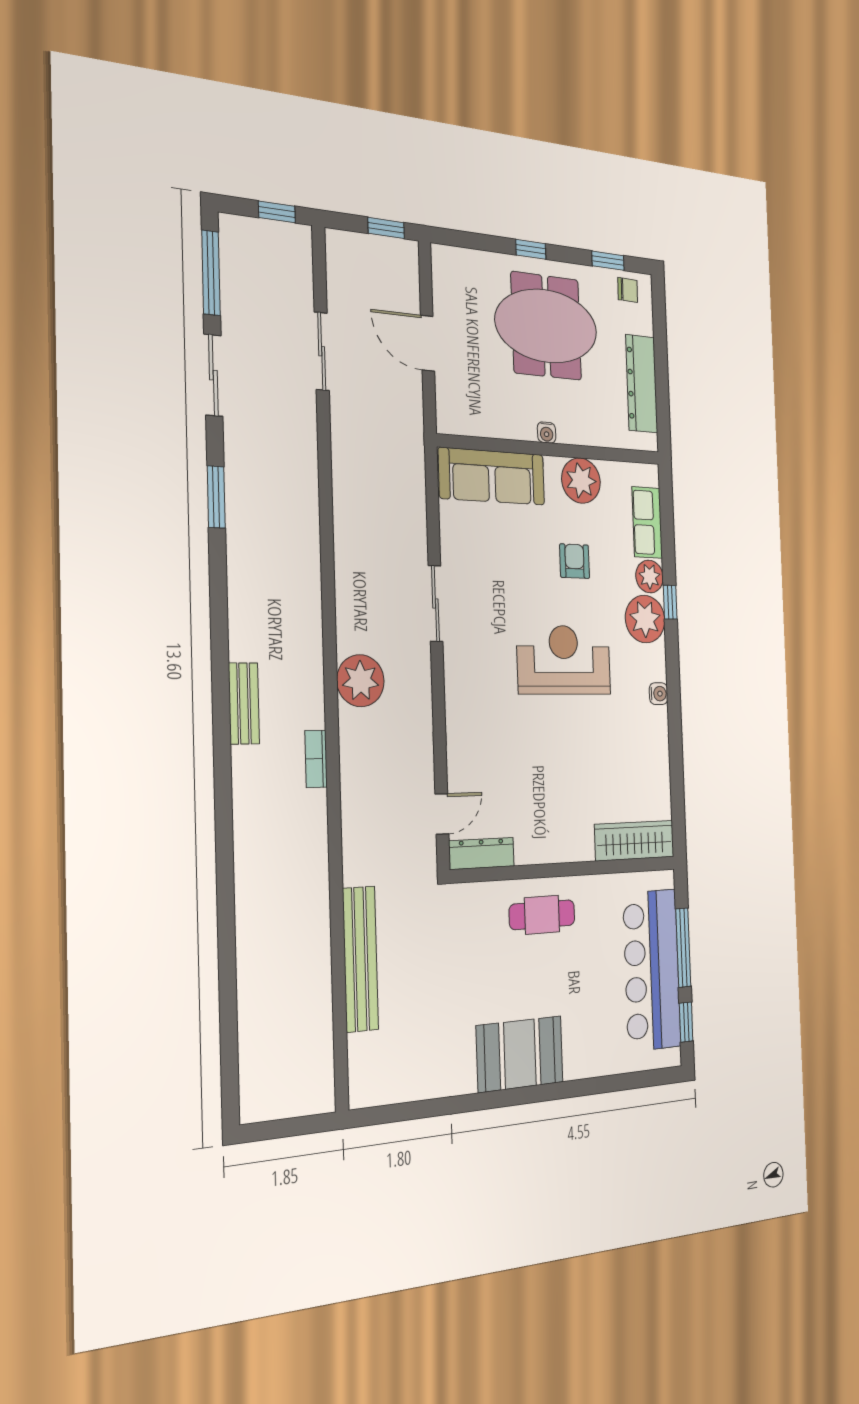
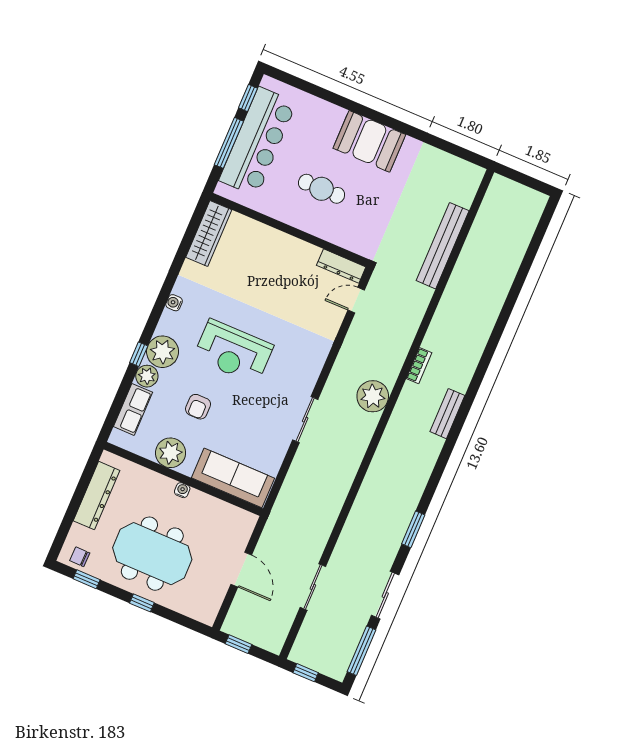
wardrobe: (634, 841) -> (209, 233), moved, turned -90
cafe table: (542, 915) -> (322, 189), moved

